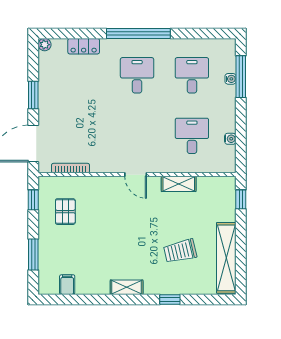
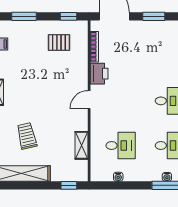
printer: (104, 162) -> (99, 74), added
shelving: (179, 184) -> (81, 145), moved

